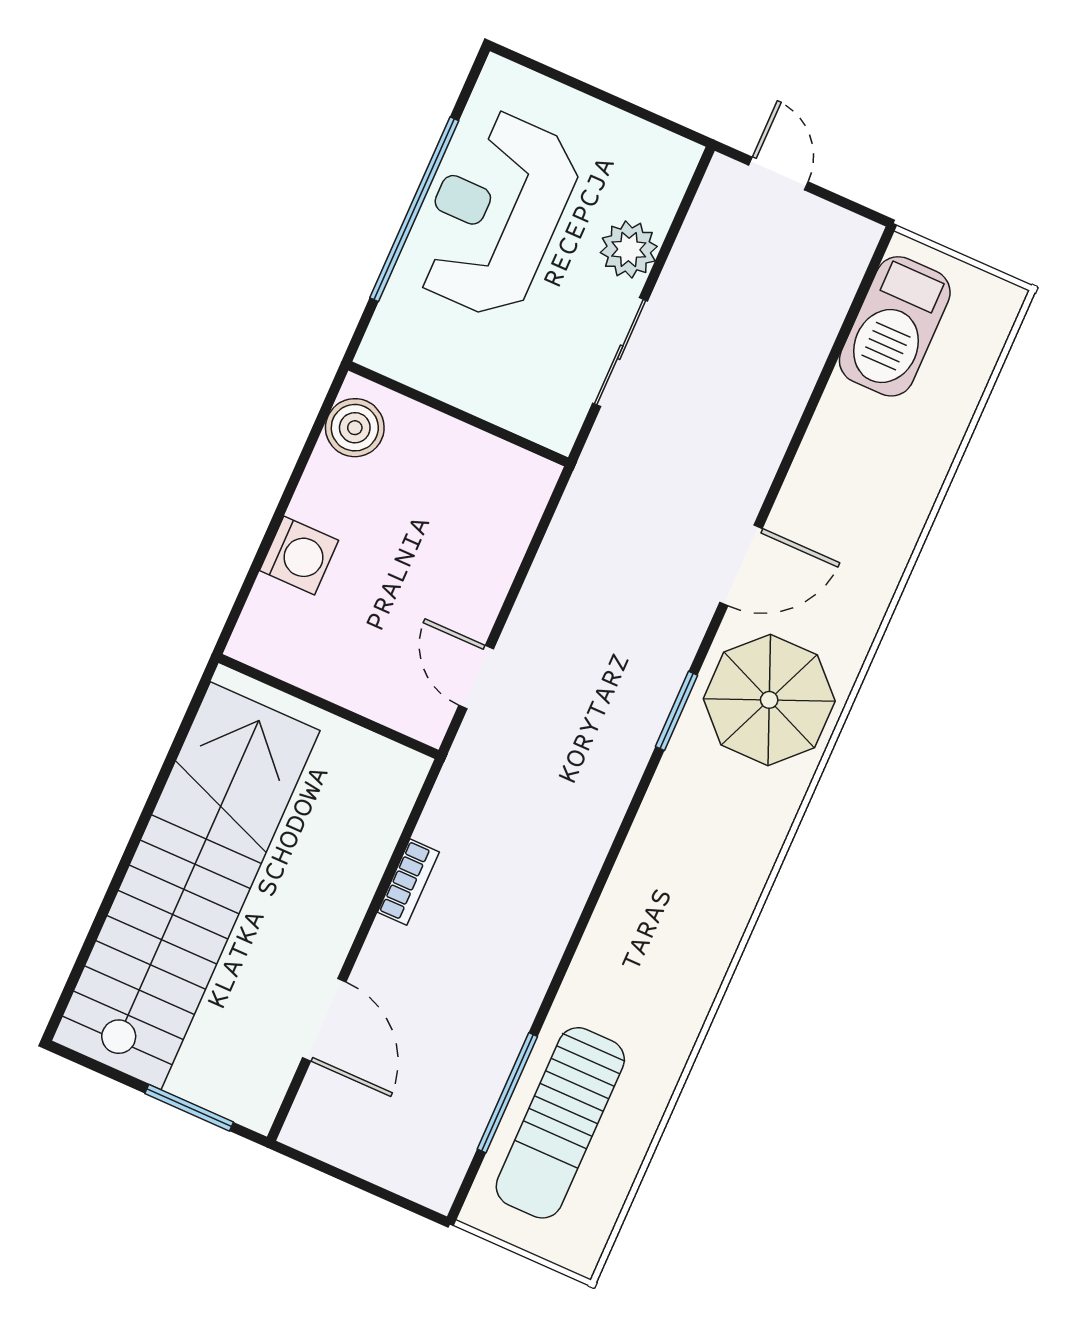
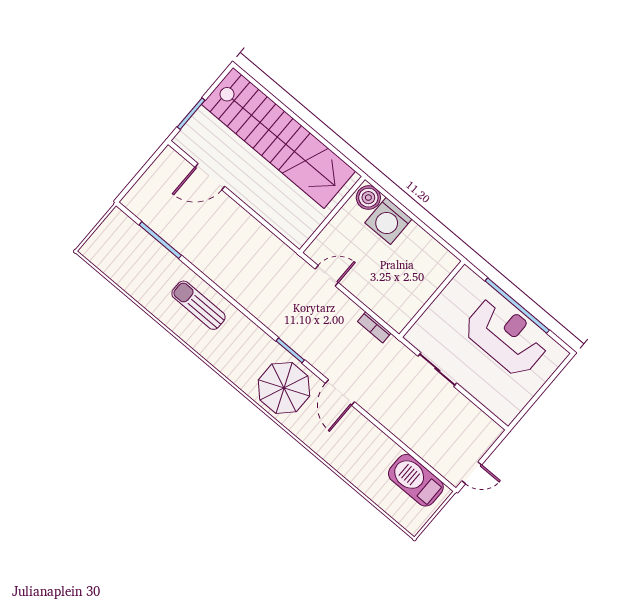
door: (778, 174) -> (472, 473), moved
plant: (629, 249) -> (477, 385), removed
boiler: (355, 428) -> (368, 198), moved
washing machine: (299, 555) -> (388, 221), width x1.37, depth x1.37
bookcase: (408, 882) -> (374, 327), moved
sun lounger: (560, 1123) -> (198, 305), moved, width x0.73, depth x0.75

